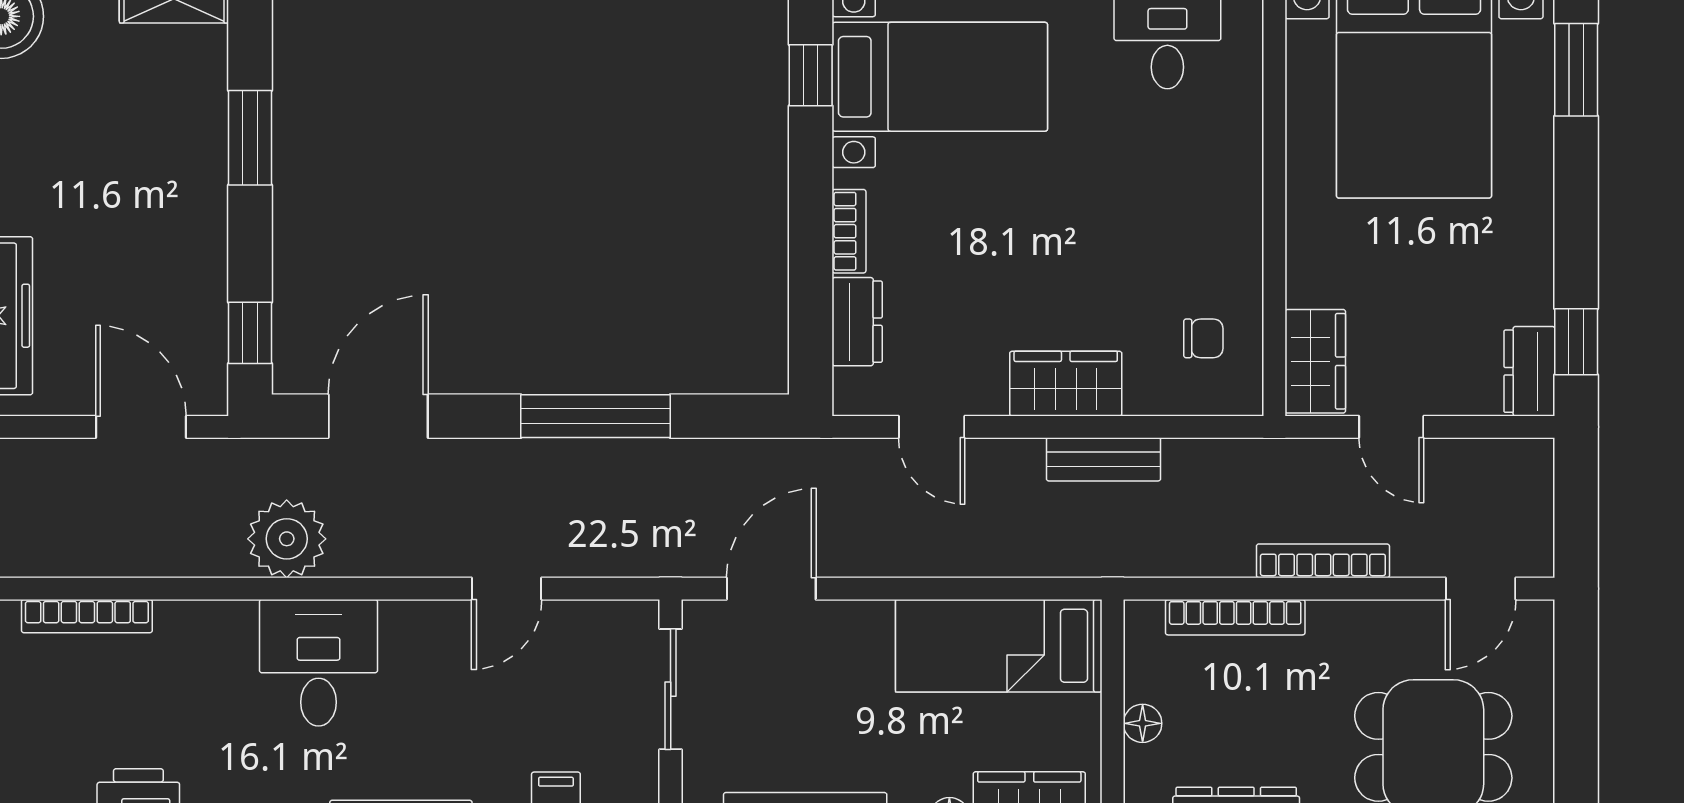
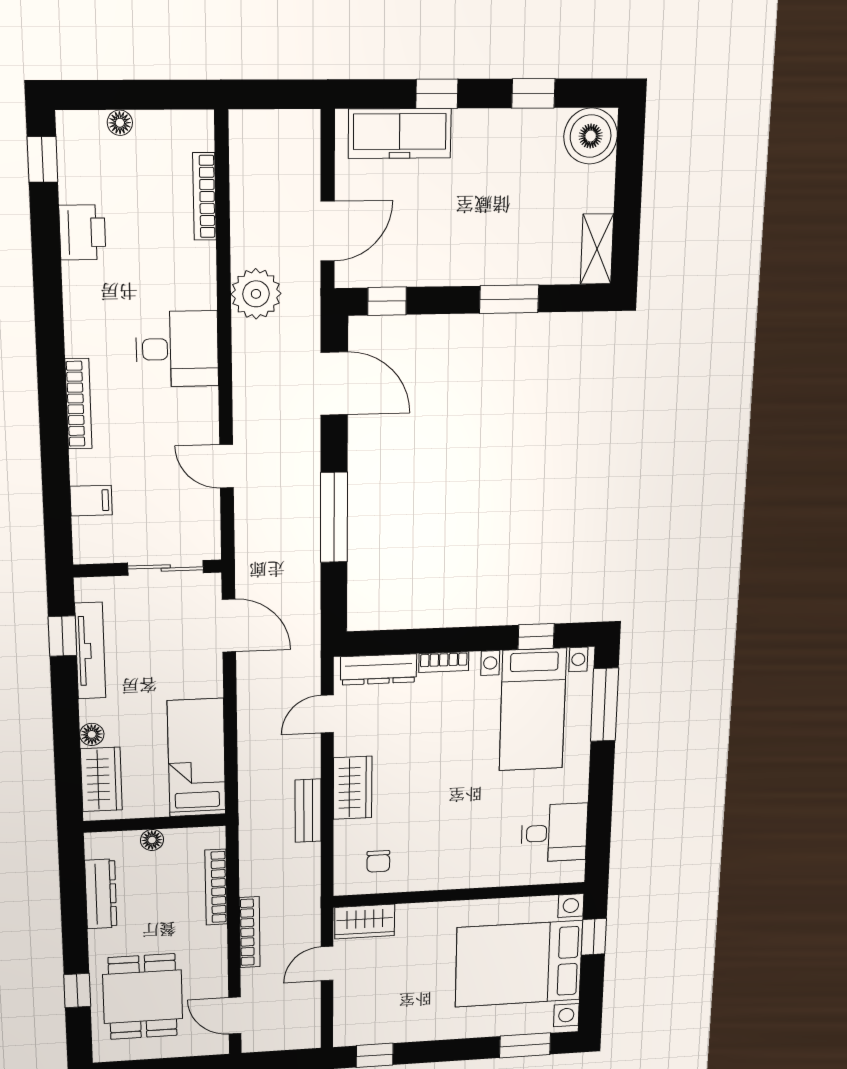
dresser: (857, 322) -> (379, 669), width x1.44
dresser: (1529, 371) -> (358, 1033), removed
plant: (287, 539) -> (256, 294), moved

